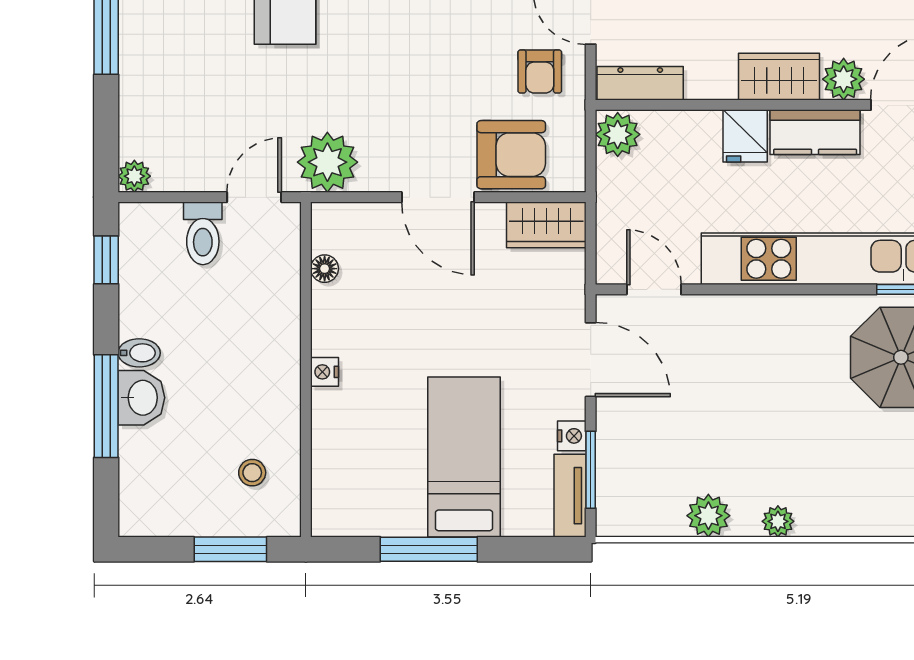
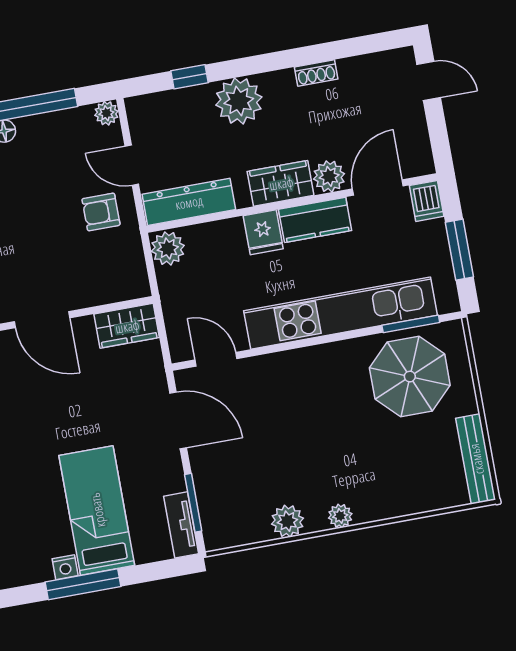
armchair: (540, 72) -> (101, 212), turned 90
dresser: (640, 83) -> (189, 202), width x1.37, depth x1.24
armchair: (511, 155) -> (91, 278), removed
nightstand: (572, 436) -> (65, 567), moved, turned 90

